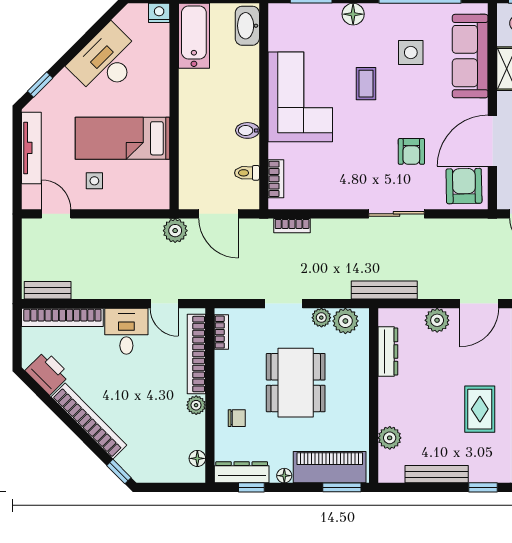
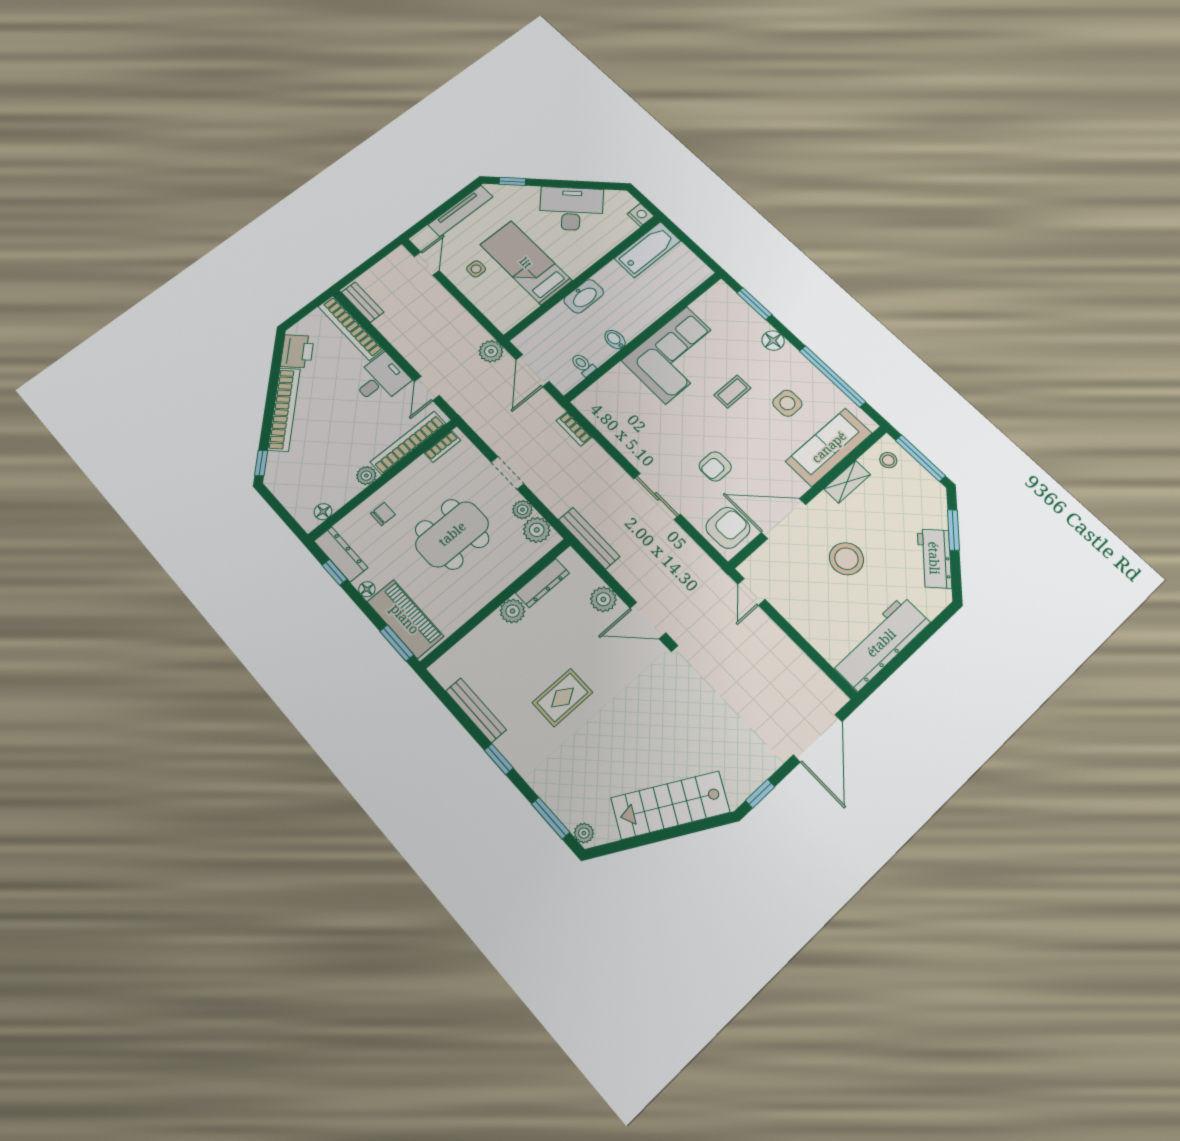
washbasin: (247, 26) -> (584, 296), moved, turned 180
bookcase: (276, 179) -> (598, 388), removed
chair: (237, 418) -> (383, 514), turned -90
plant: (390, 438) -> (513, 611), moved

